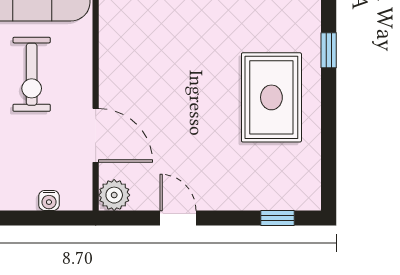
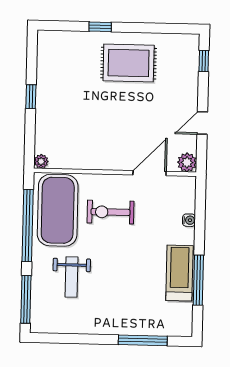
exercise bike: (32, 74) -> (111, 212), turned 180
water cooler: (49, 200) -> (189, 220), moved

